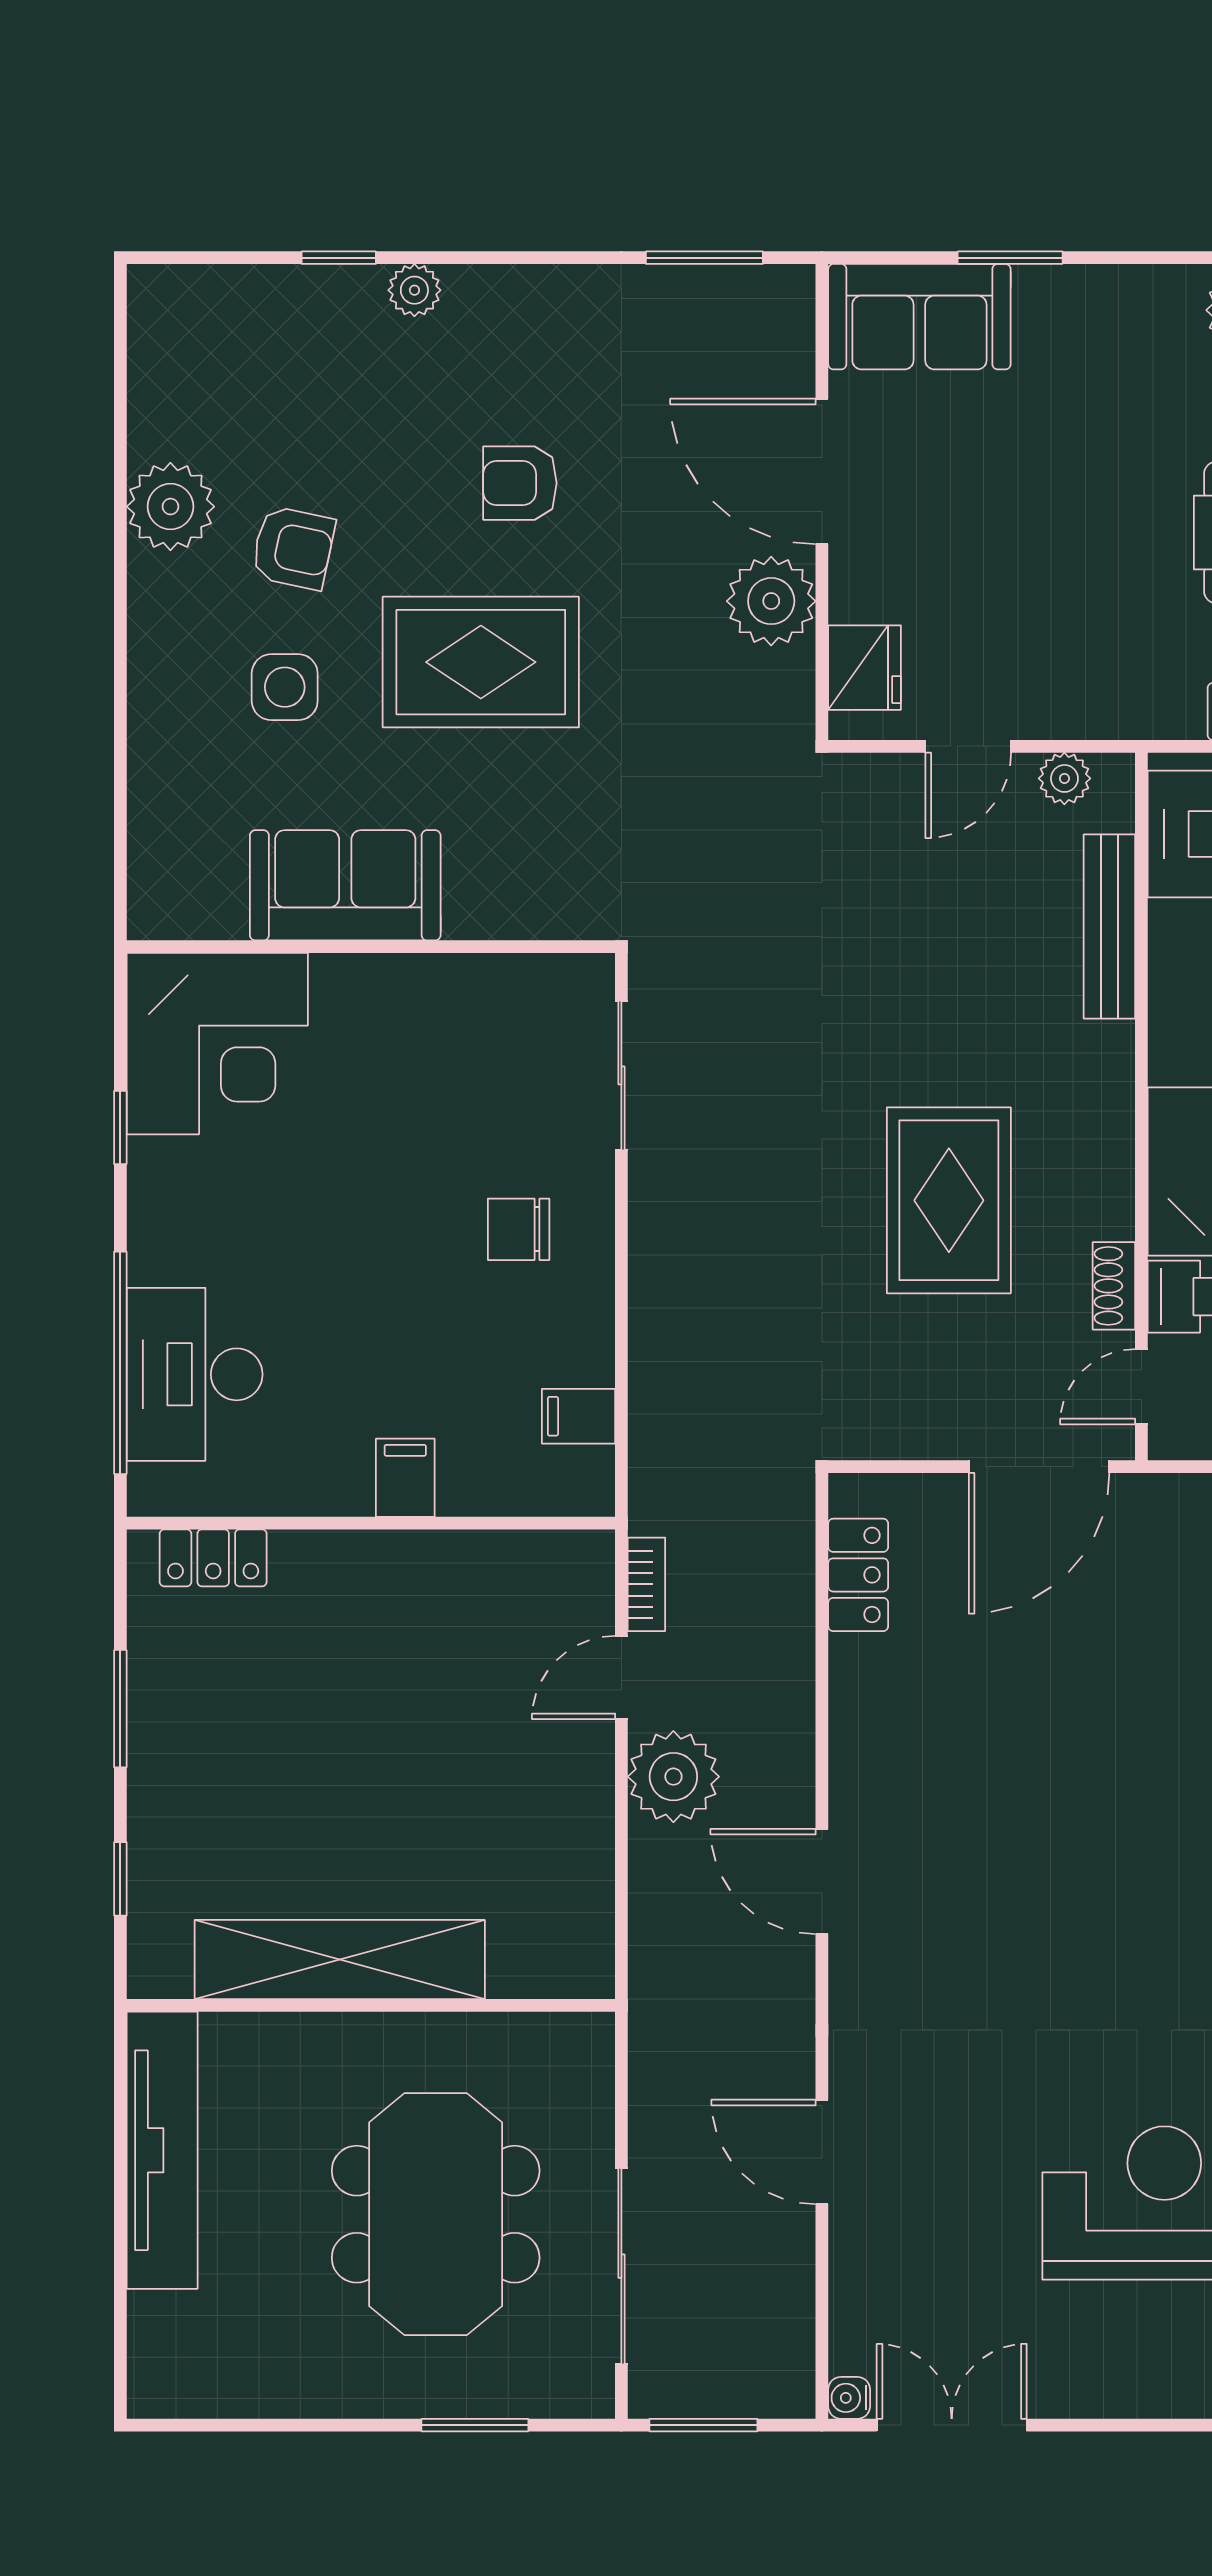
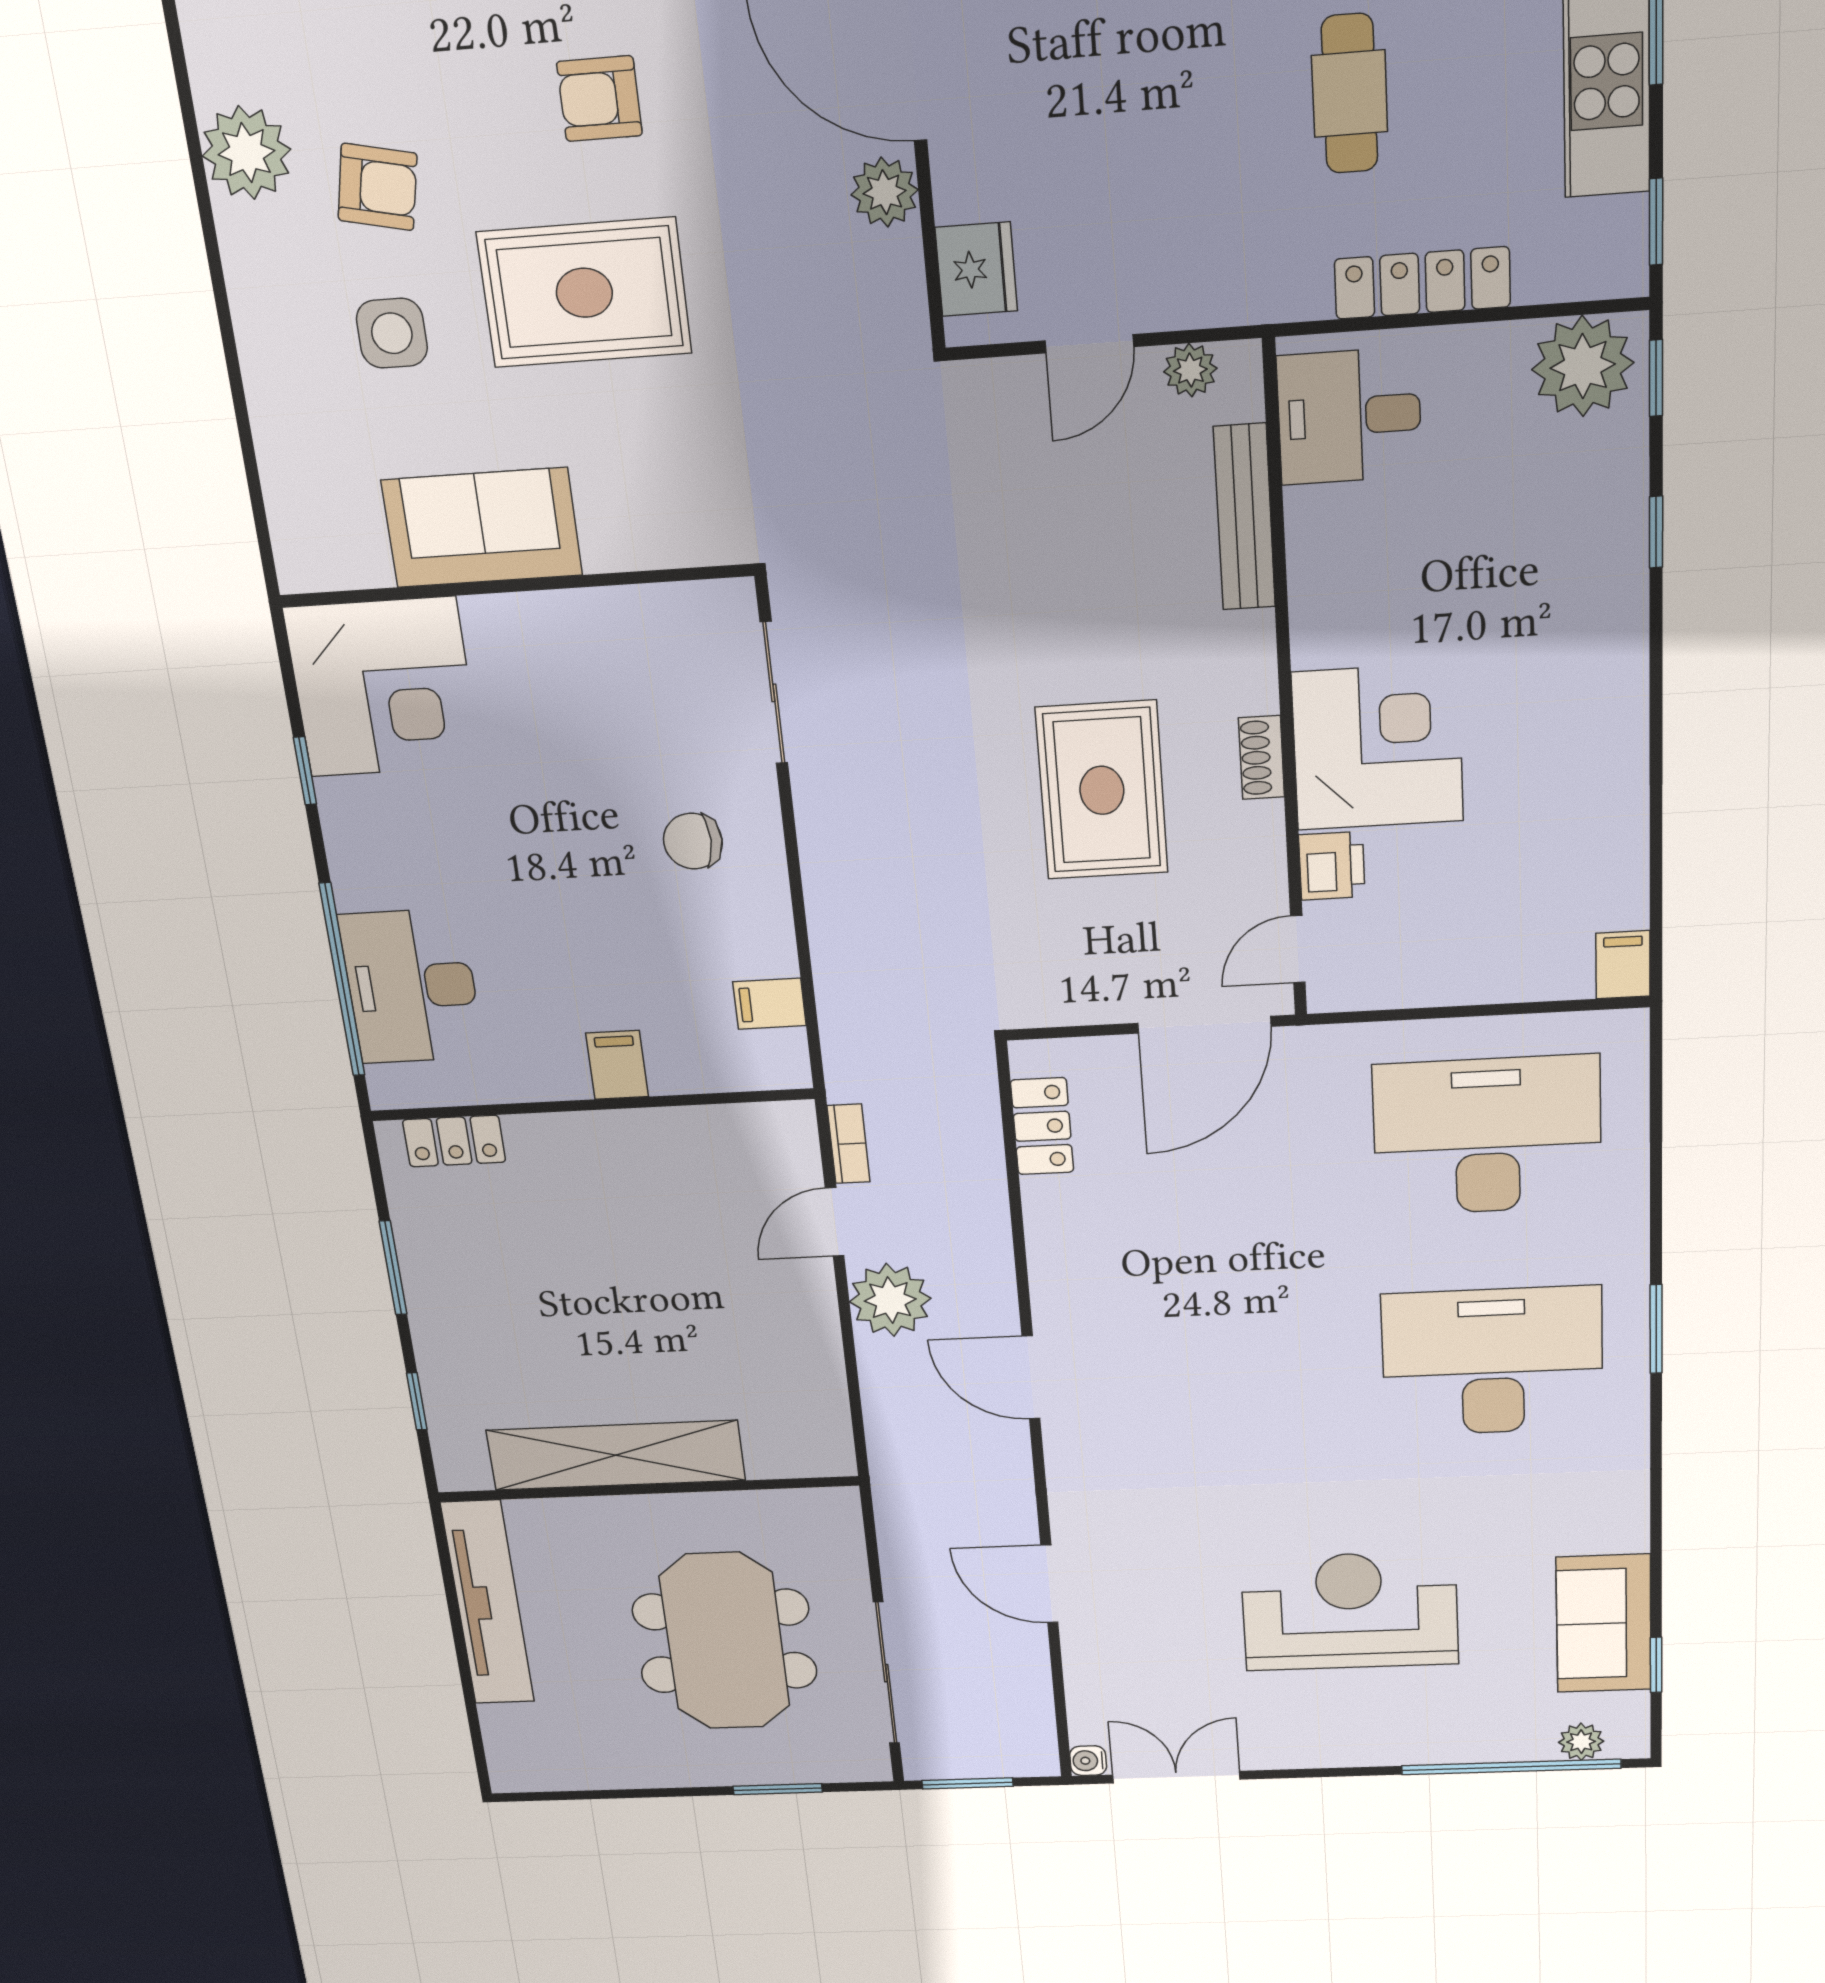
plant: (771, 601) -> (885, 192), width x0.73, depth x0.73
shoe rack: (1114, 1286) -> (1262, 757), moved

